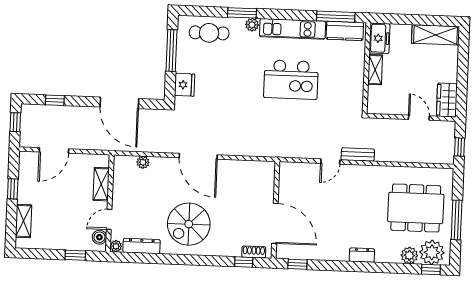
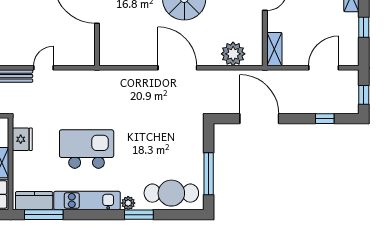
cafe table: (209, 33) -> (171, 193), width x1.37, depth x1.35
fridge: (185, 85) -> (22, 139), moved, turned 180
plant: (143, 162) -> (233, 54), width x1.88, depth x1.88
shelving: (101, 184) -> (274, 49), moved

